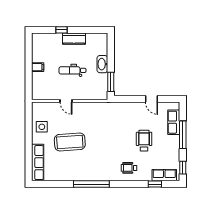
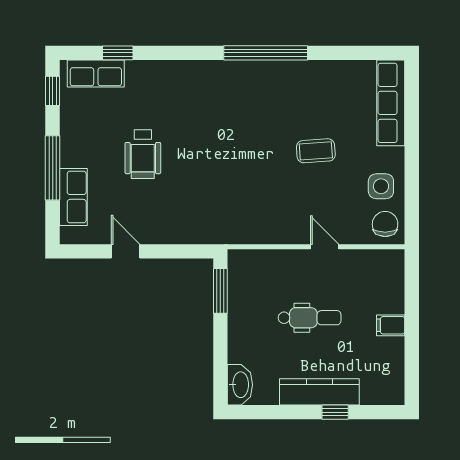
kitchen counter: (74, 39) -> (319, 392), width x1.50
washbasin: (102, 64) -> (240, 385), moved
chair: (40, 111) -> (385, 224), added
coffee table: (70, 142) -> (316, 151), width x0.54, depth x0.58
wheelchair: (129, 168) -> (178, 90), removed

